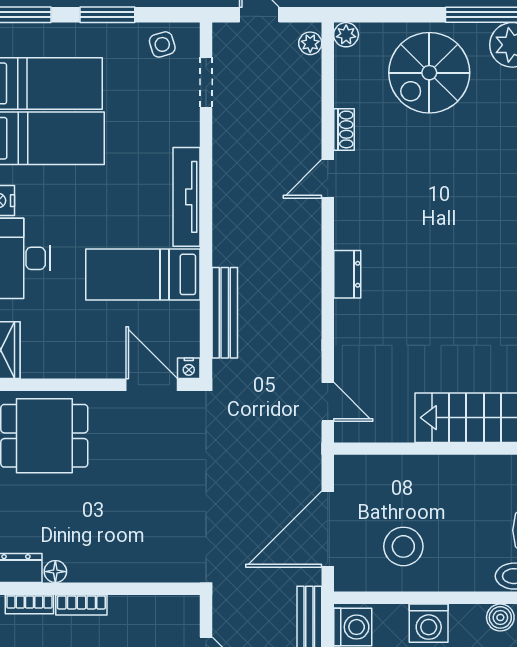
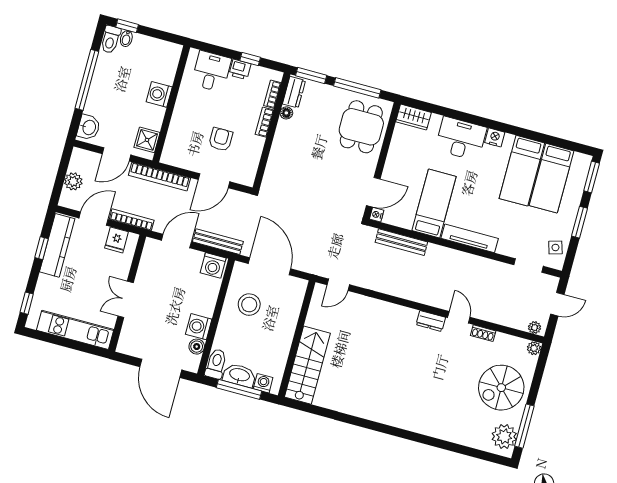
spiral stairs: (429, 73) -> (501, 388), turned -90
dresser: (347, 274) -> (431, 321), moved
washing machine: (429, 623) -> (199, 327), moved

